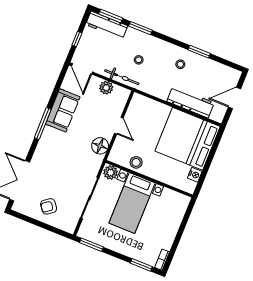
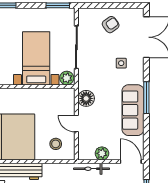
sofa: (63, 110) -> (133, 110), width x1.36
stool: (136, 162) -> (56, 144), moved
side table: (53, 166) -> (121, 63), added

